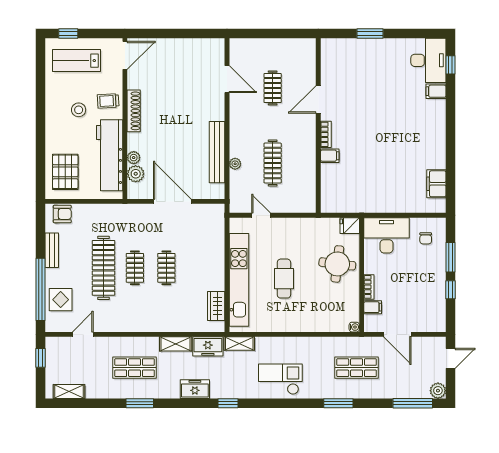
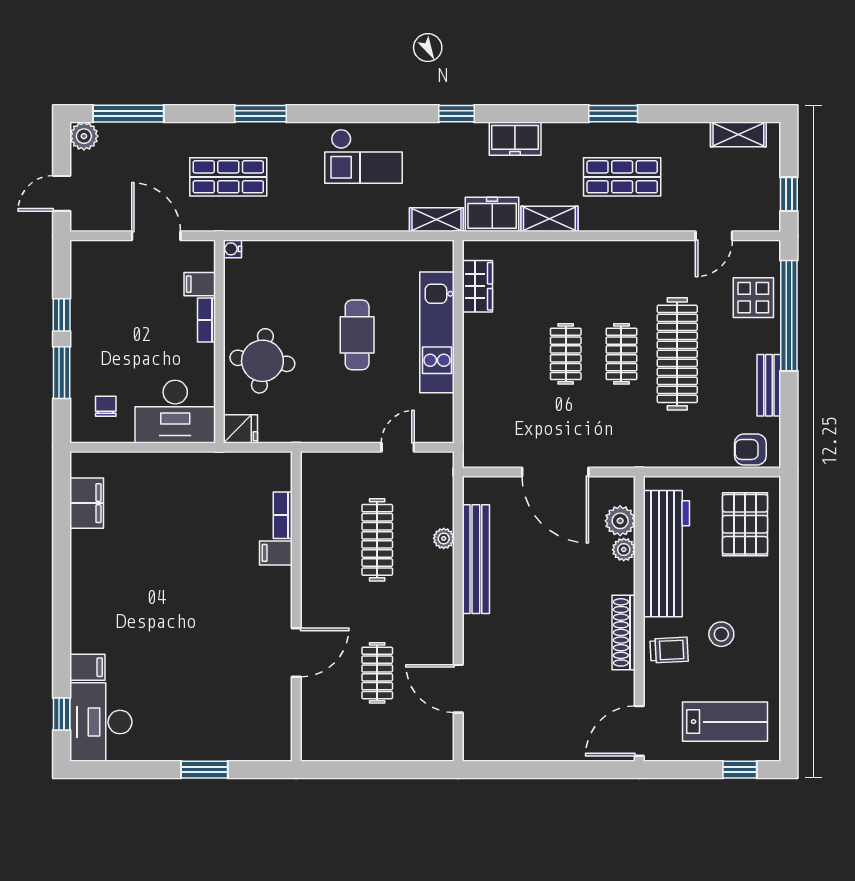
bookcase: (326, 134) -> (283, 515), moved
door: (261, 215) -> (398, 447), swing flipped
kitchen unit: (239, 280) -> (437, 332), width x0.73

